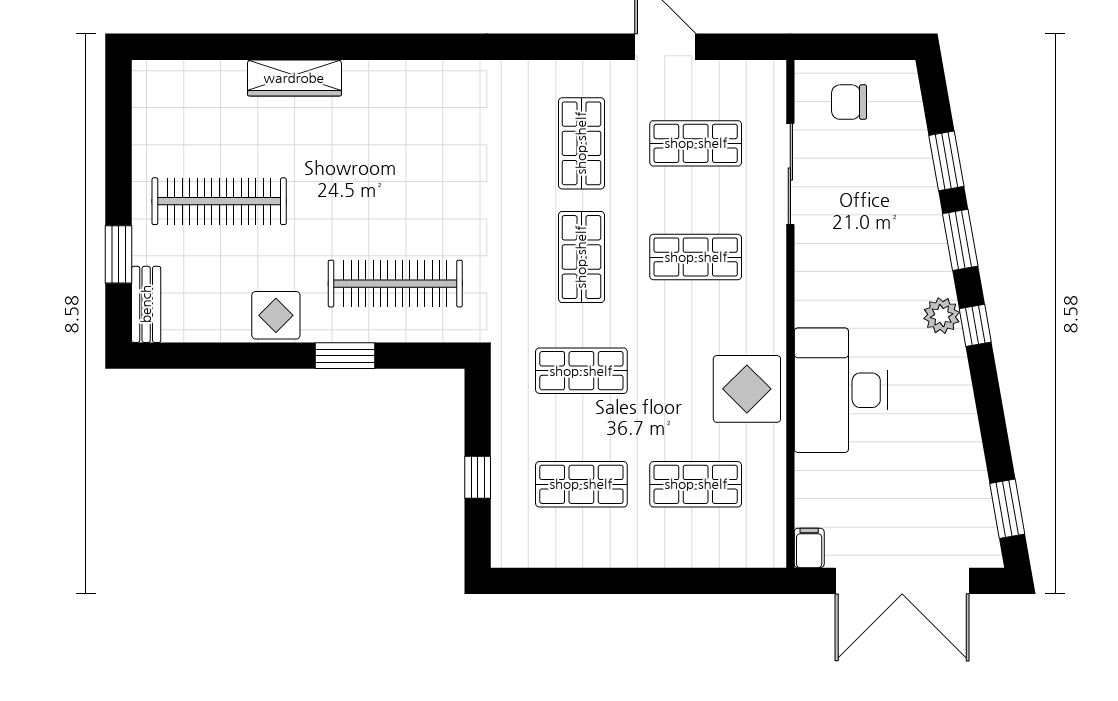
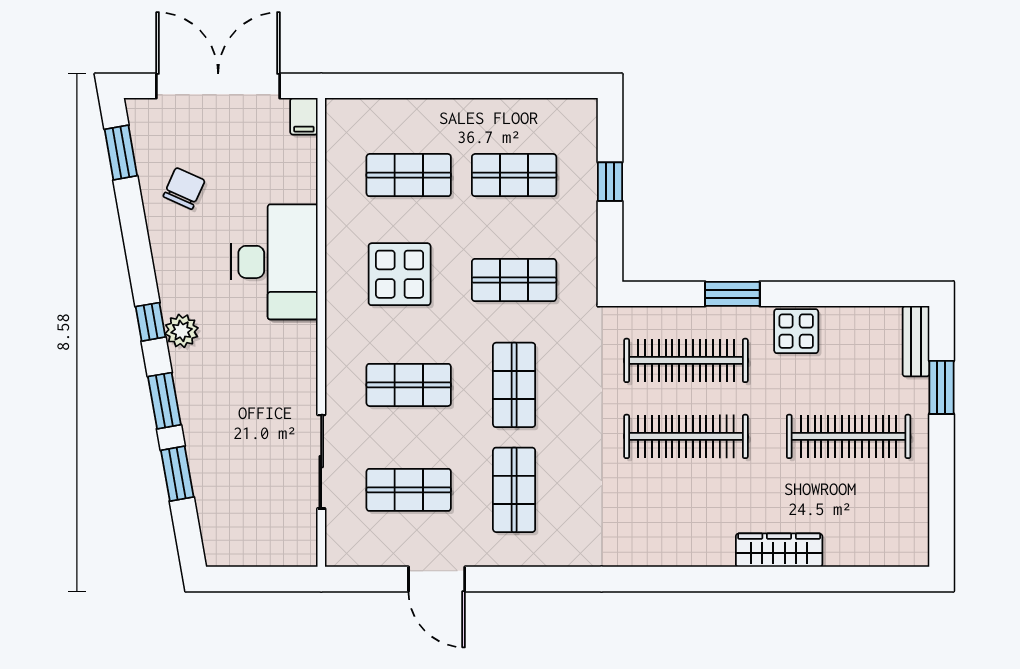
chair: (849, 102) -> (184, 188), moved, turned -66
clothes rail: (395, 201) -> (686, 436), added
display table: (747, 389) -> (400, 274), moved

